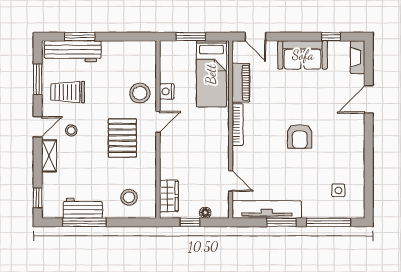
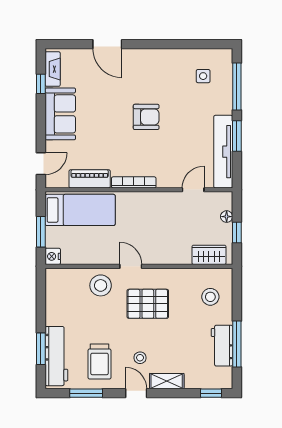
fireplace: (358, 57) -> (53, 69), moved, turned -90
nightstand: (167, 91) -> (53, 256), moved, turned 90

